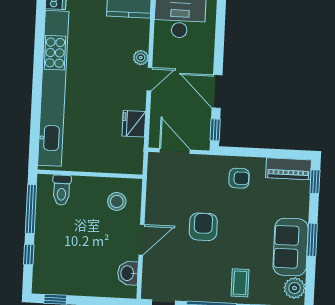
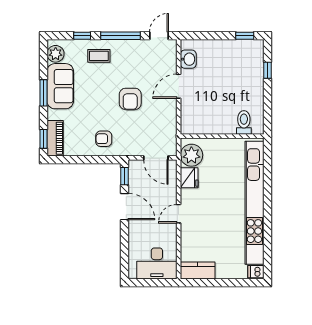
plant: (141, 58) -> (191, 155), moved, width x1.88, depth x1.88
piano: (289, 169) -> (55, 138), moved, turned 90
stool: (117, 201) -> (200, 116), removed
window: (31, 209) -> (267, 106), removed
coffee table: (240, 283) -> (99, 56), turned 90

